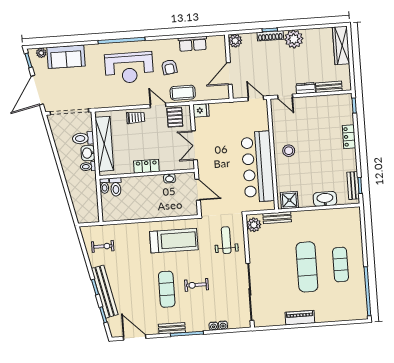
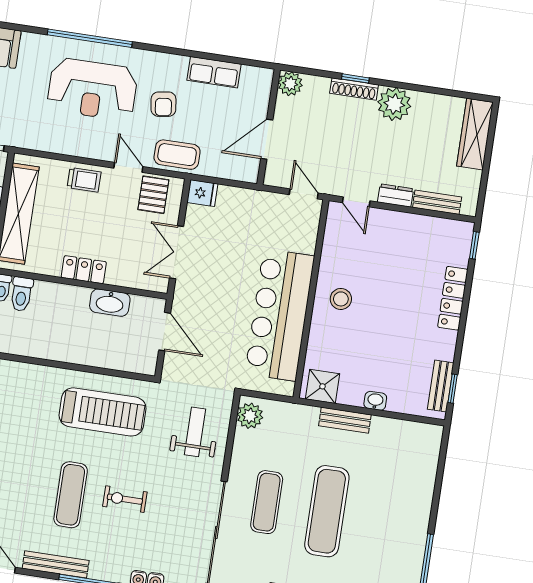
locker: (349, 137) -> (453, 298), width x1.53
washbasin: (169, 178) -> (110, 303), width x1.91, depth x1.45
washbasin: (325, 199) -> (375, 401), width x0.52, depth x0.69
bench: (277, 218) -> (345, 420), moved
exercise mat: (341, 265) -> (267, 502), moved
bench: (172, 328) -> (56, 564), width x1.36

